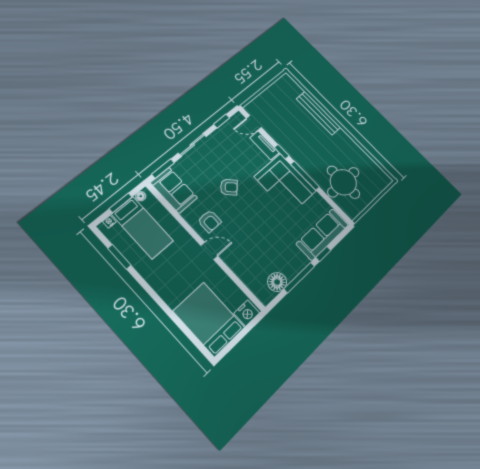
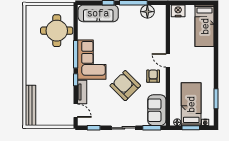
bench: (318, 113) -> (30, 105), moved
armchair: (229, 187) -> (125, 86), width x1.88, depth x1.88
bed: (209, 319) -> (205, 26), width x0.67

